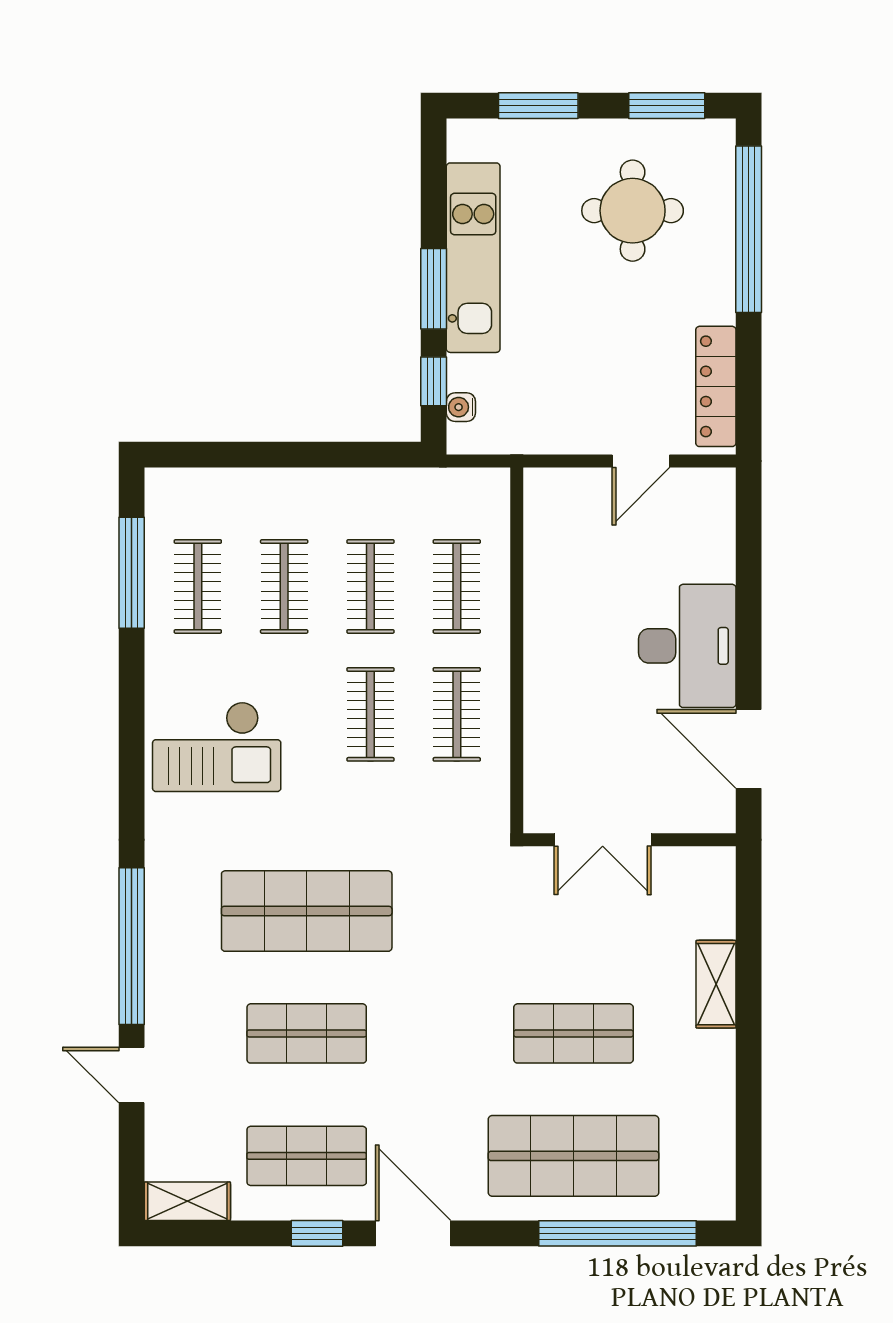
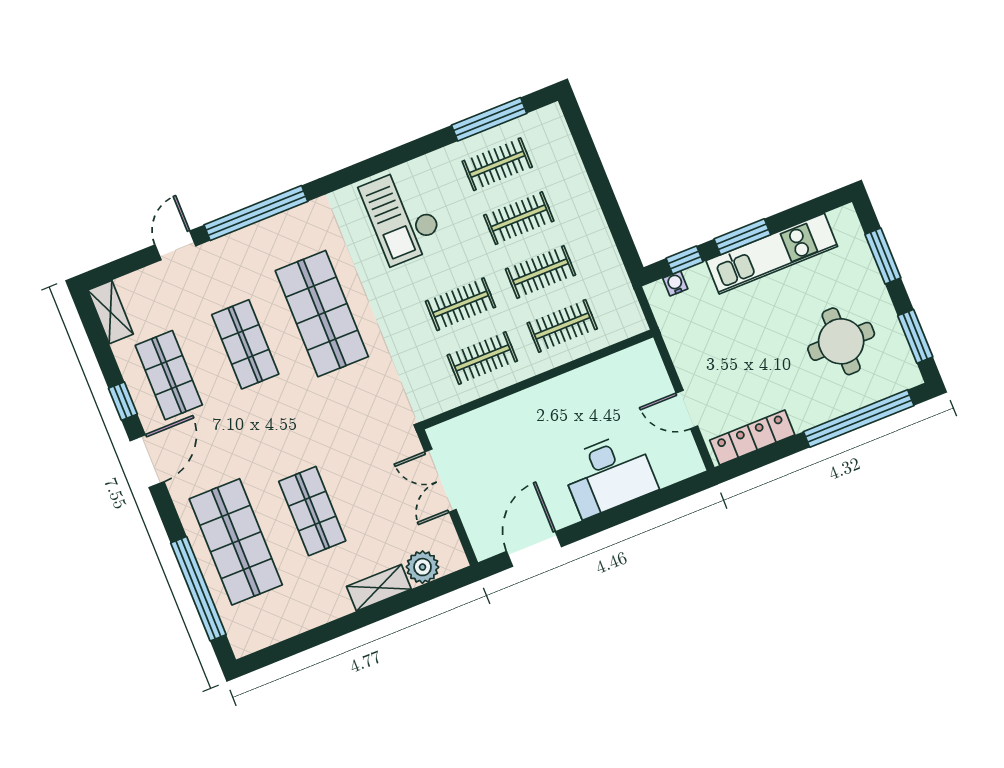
desk: (687, 646) -> (609, 474), moved
plant: (712, 913) -> (423, 567), added

